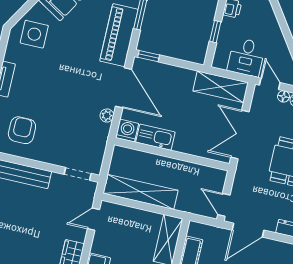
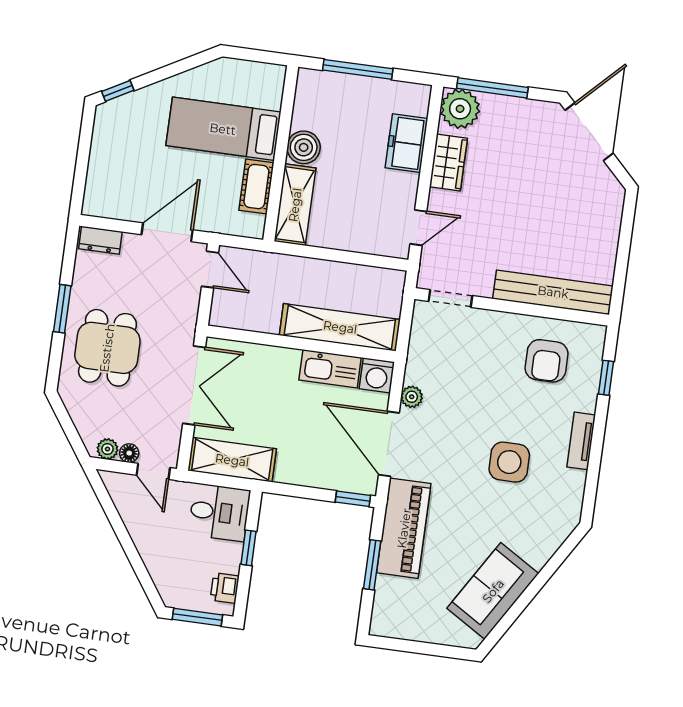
side table: (34, 34) -> (509, 462), moved
desk: (246, 57) -> (219, 512), moved, turned 90
shelving: (140, 192) -> (340, 327), moved

